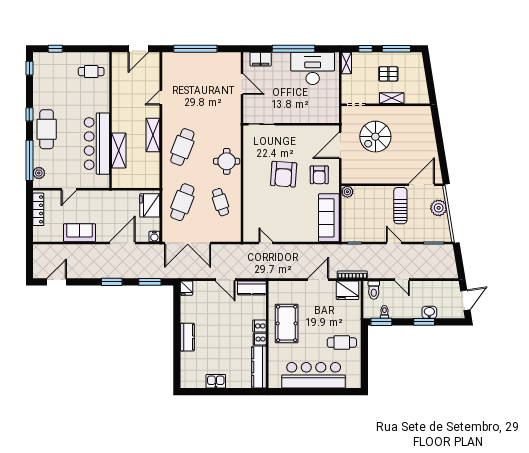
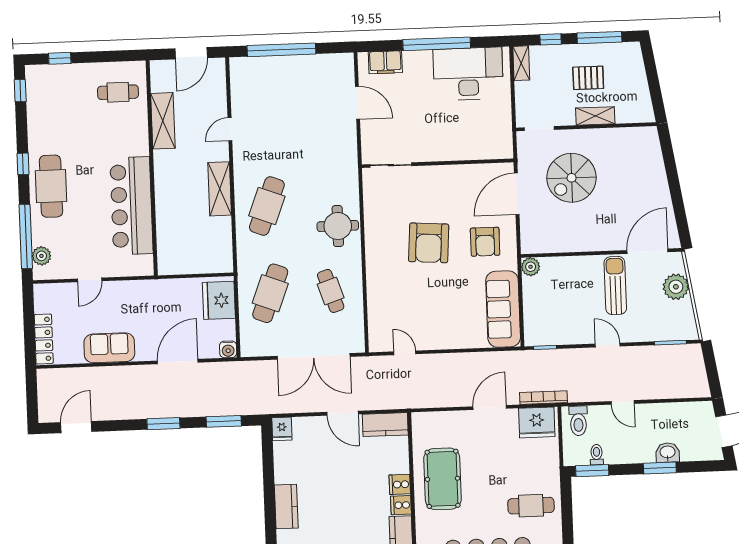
shelving: (119, 150) -> (163, 121), moved
locker: (38, 209) -> (44, 339), moved
double door: (188, 243) -> (314, 356), moved

